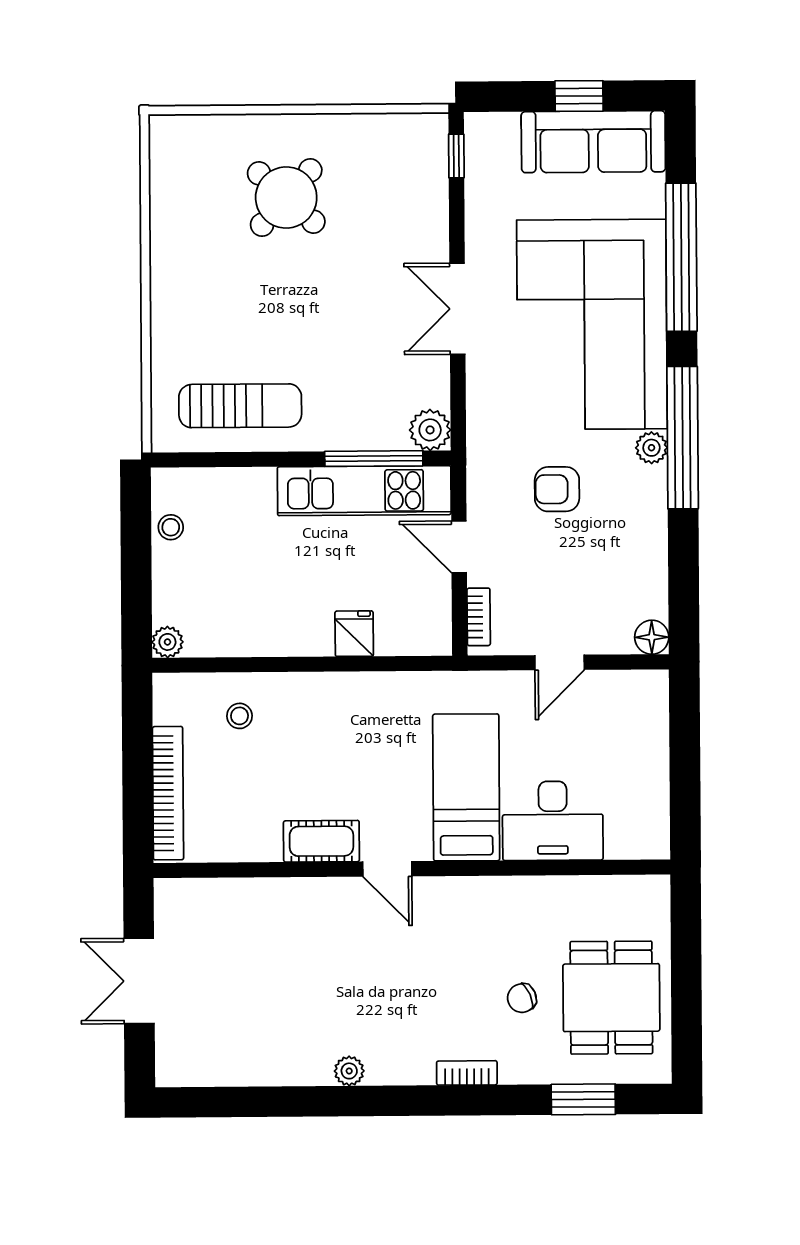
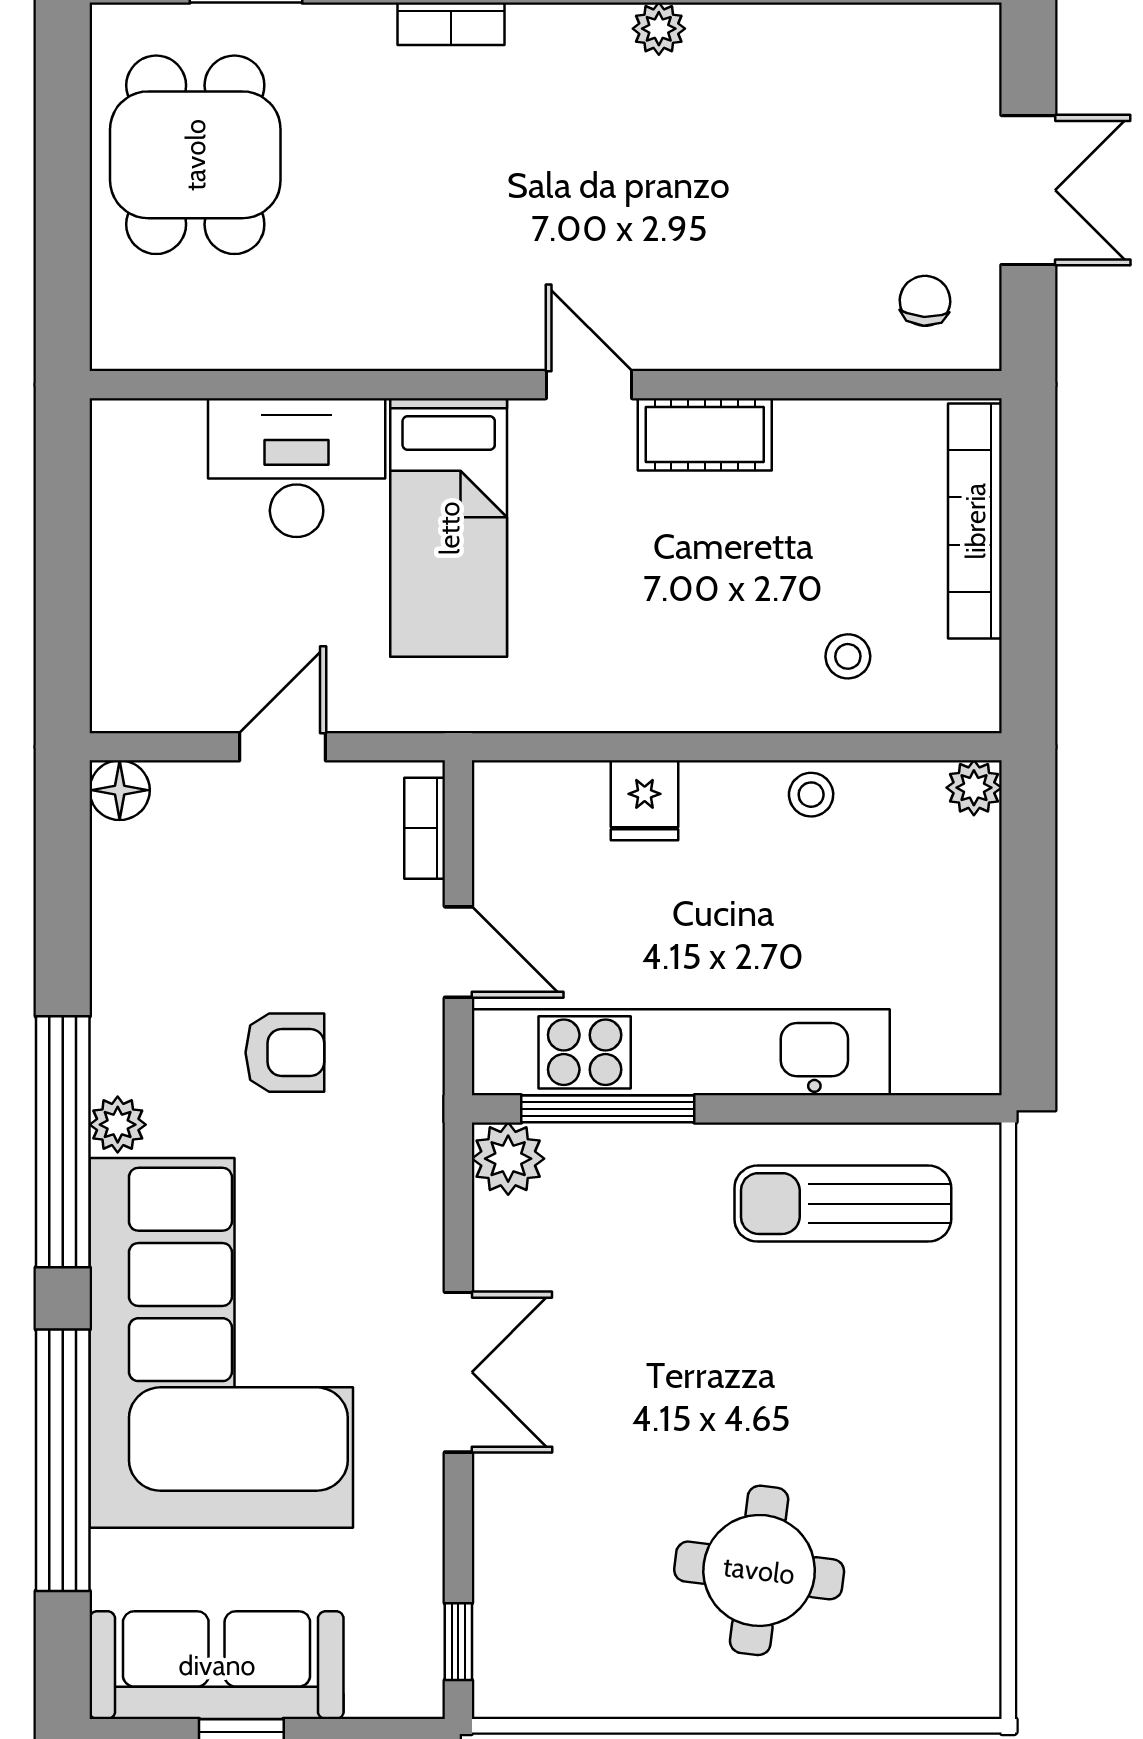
round table: (286, 198) -> (759, 1570), turned -35
kitchen unit: (364, 491) -> (681, 1052), width x1.36
stool: (171, 527) -> (811, 795), moved
chair: (522, 998) -> (925, 301), moved, turned -64

